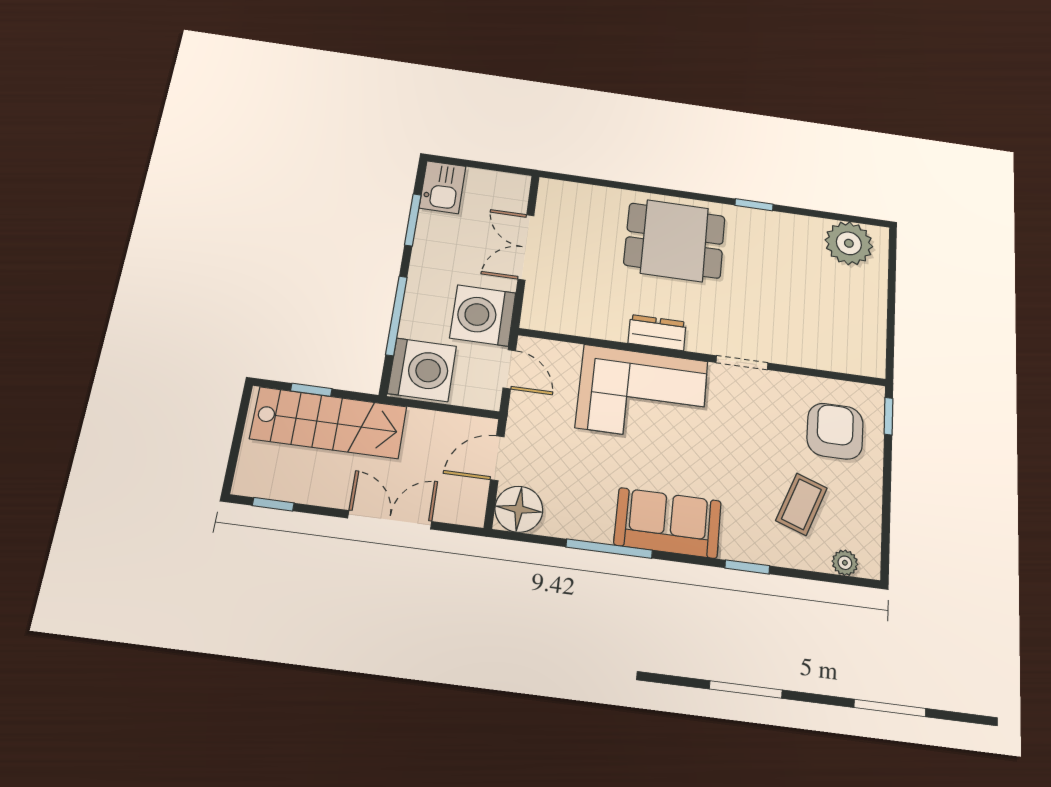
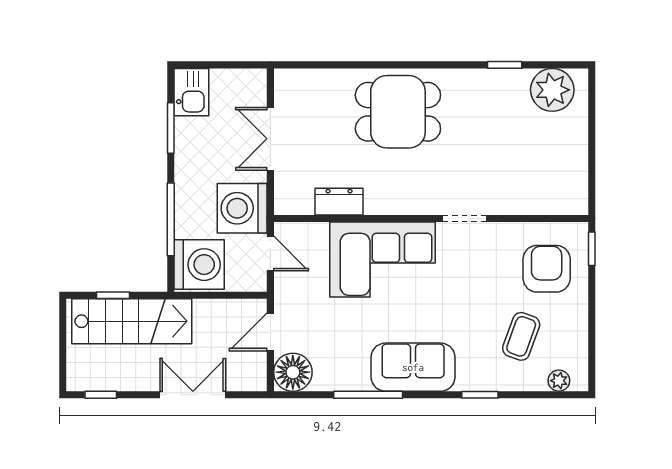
window: (754, 205) -> (505, 65), moved
dresser: (657, 333) -> (339, 202), moved

